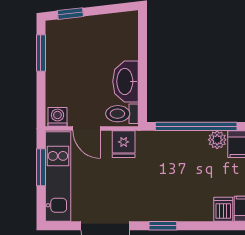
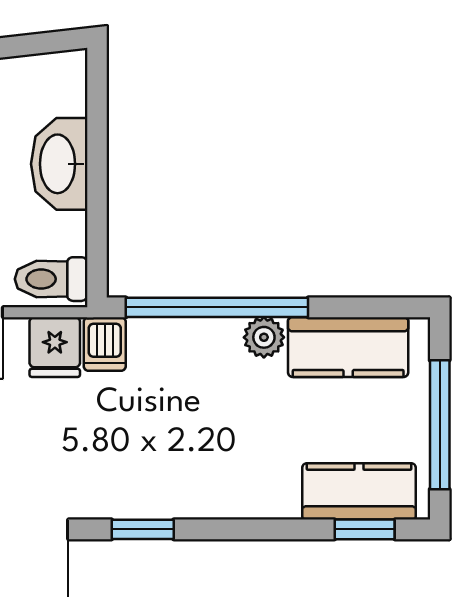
washbasin: (126, 81) -> (59, 164), moved
dishwasher: (223, 209) -> (105, 344), moved, turned 180

